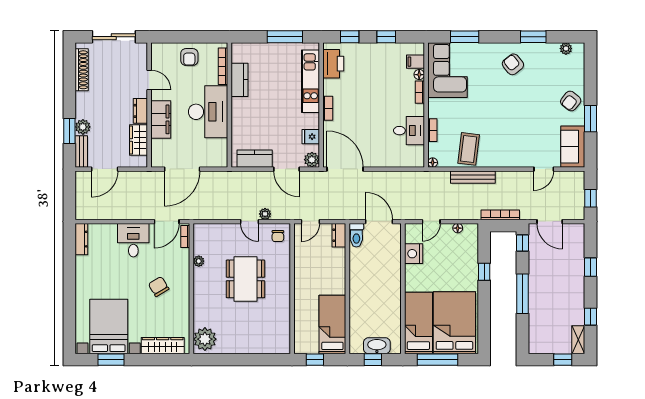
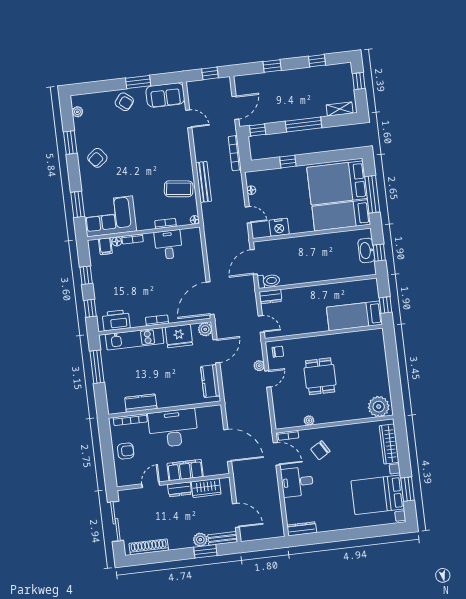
fridge: (311, 137) -> (179, 336), width x1.88, depth x1.34
dining table: (245, 279) -> (320, 376), width x0.73
chair: (159, 287) -> (320, 450), moved
bed: (332, 324) -> (355, 316), moved
shelving: (578, 340) -> (340, 109), moved

